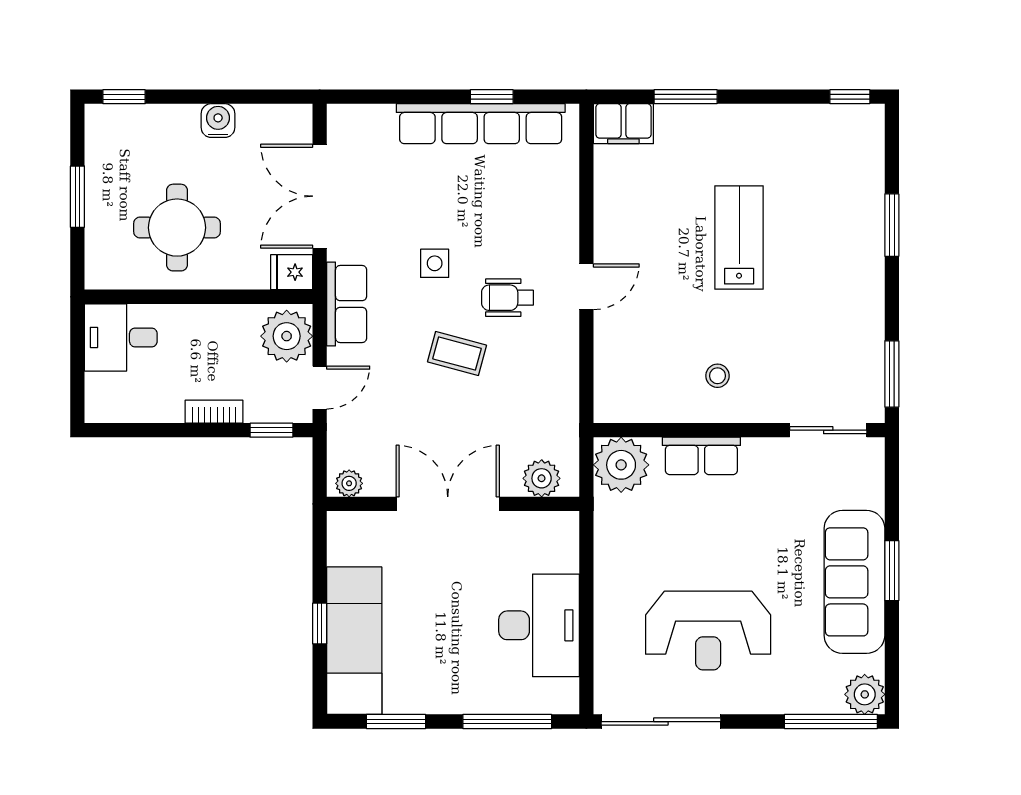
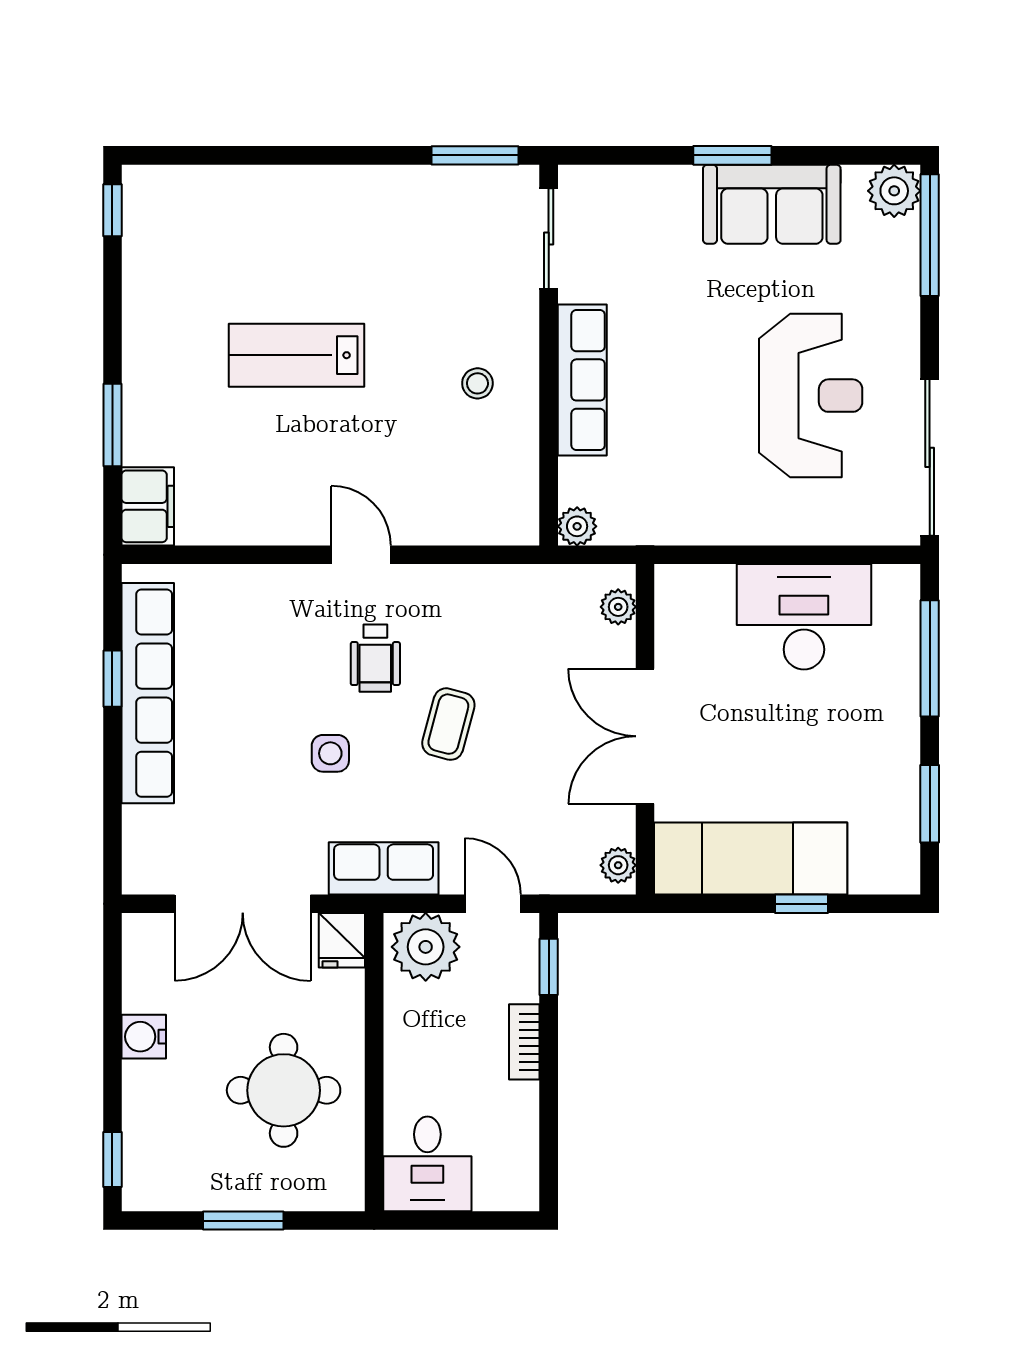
window: (892, 225) -> (280, 155), removed
row of seats: (701, 456) -> (582, 380), width x1.48
plant: (621, 465) -> (577, 526), width x0.53, depth x0.53
plant: (542, 478) -> (618, 607), width x0.73, depth x0.73
sofa: (854, 582) -> (772, 204), width x0.73
exam couch: (354, 641) -> (751, 858), moved

